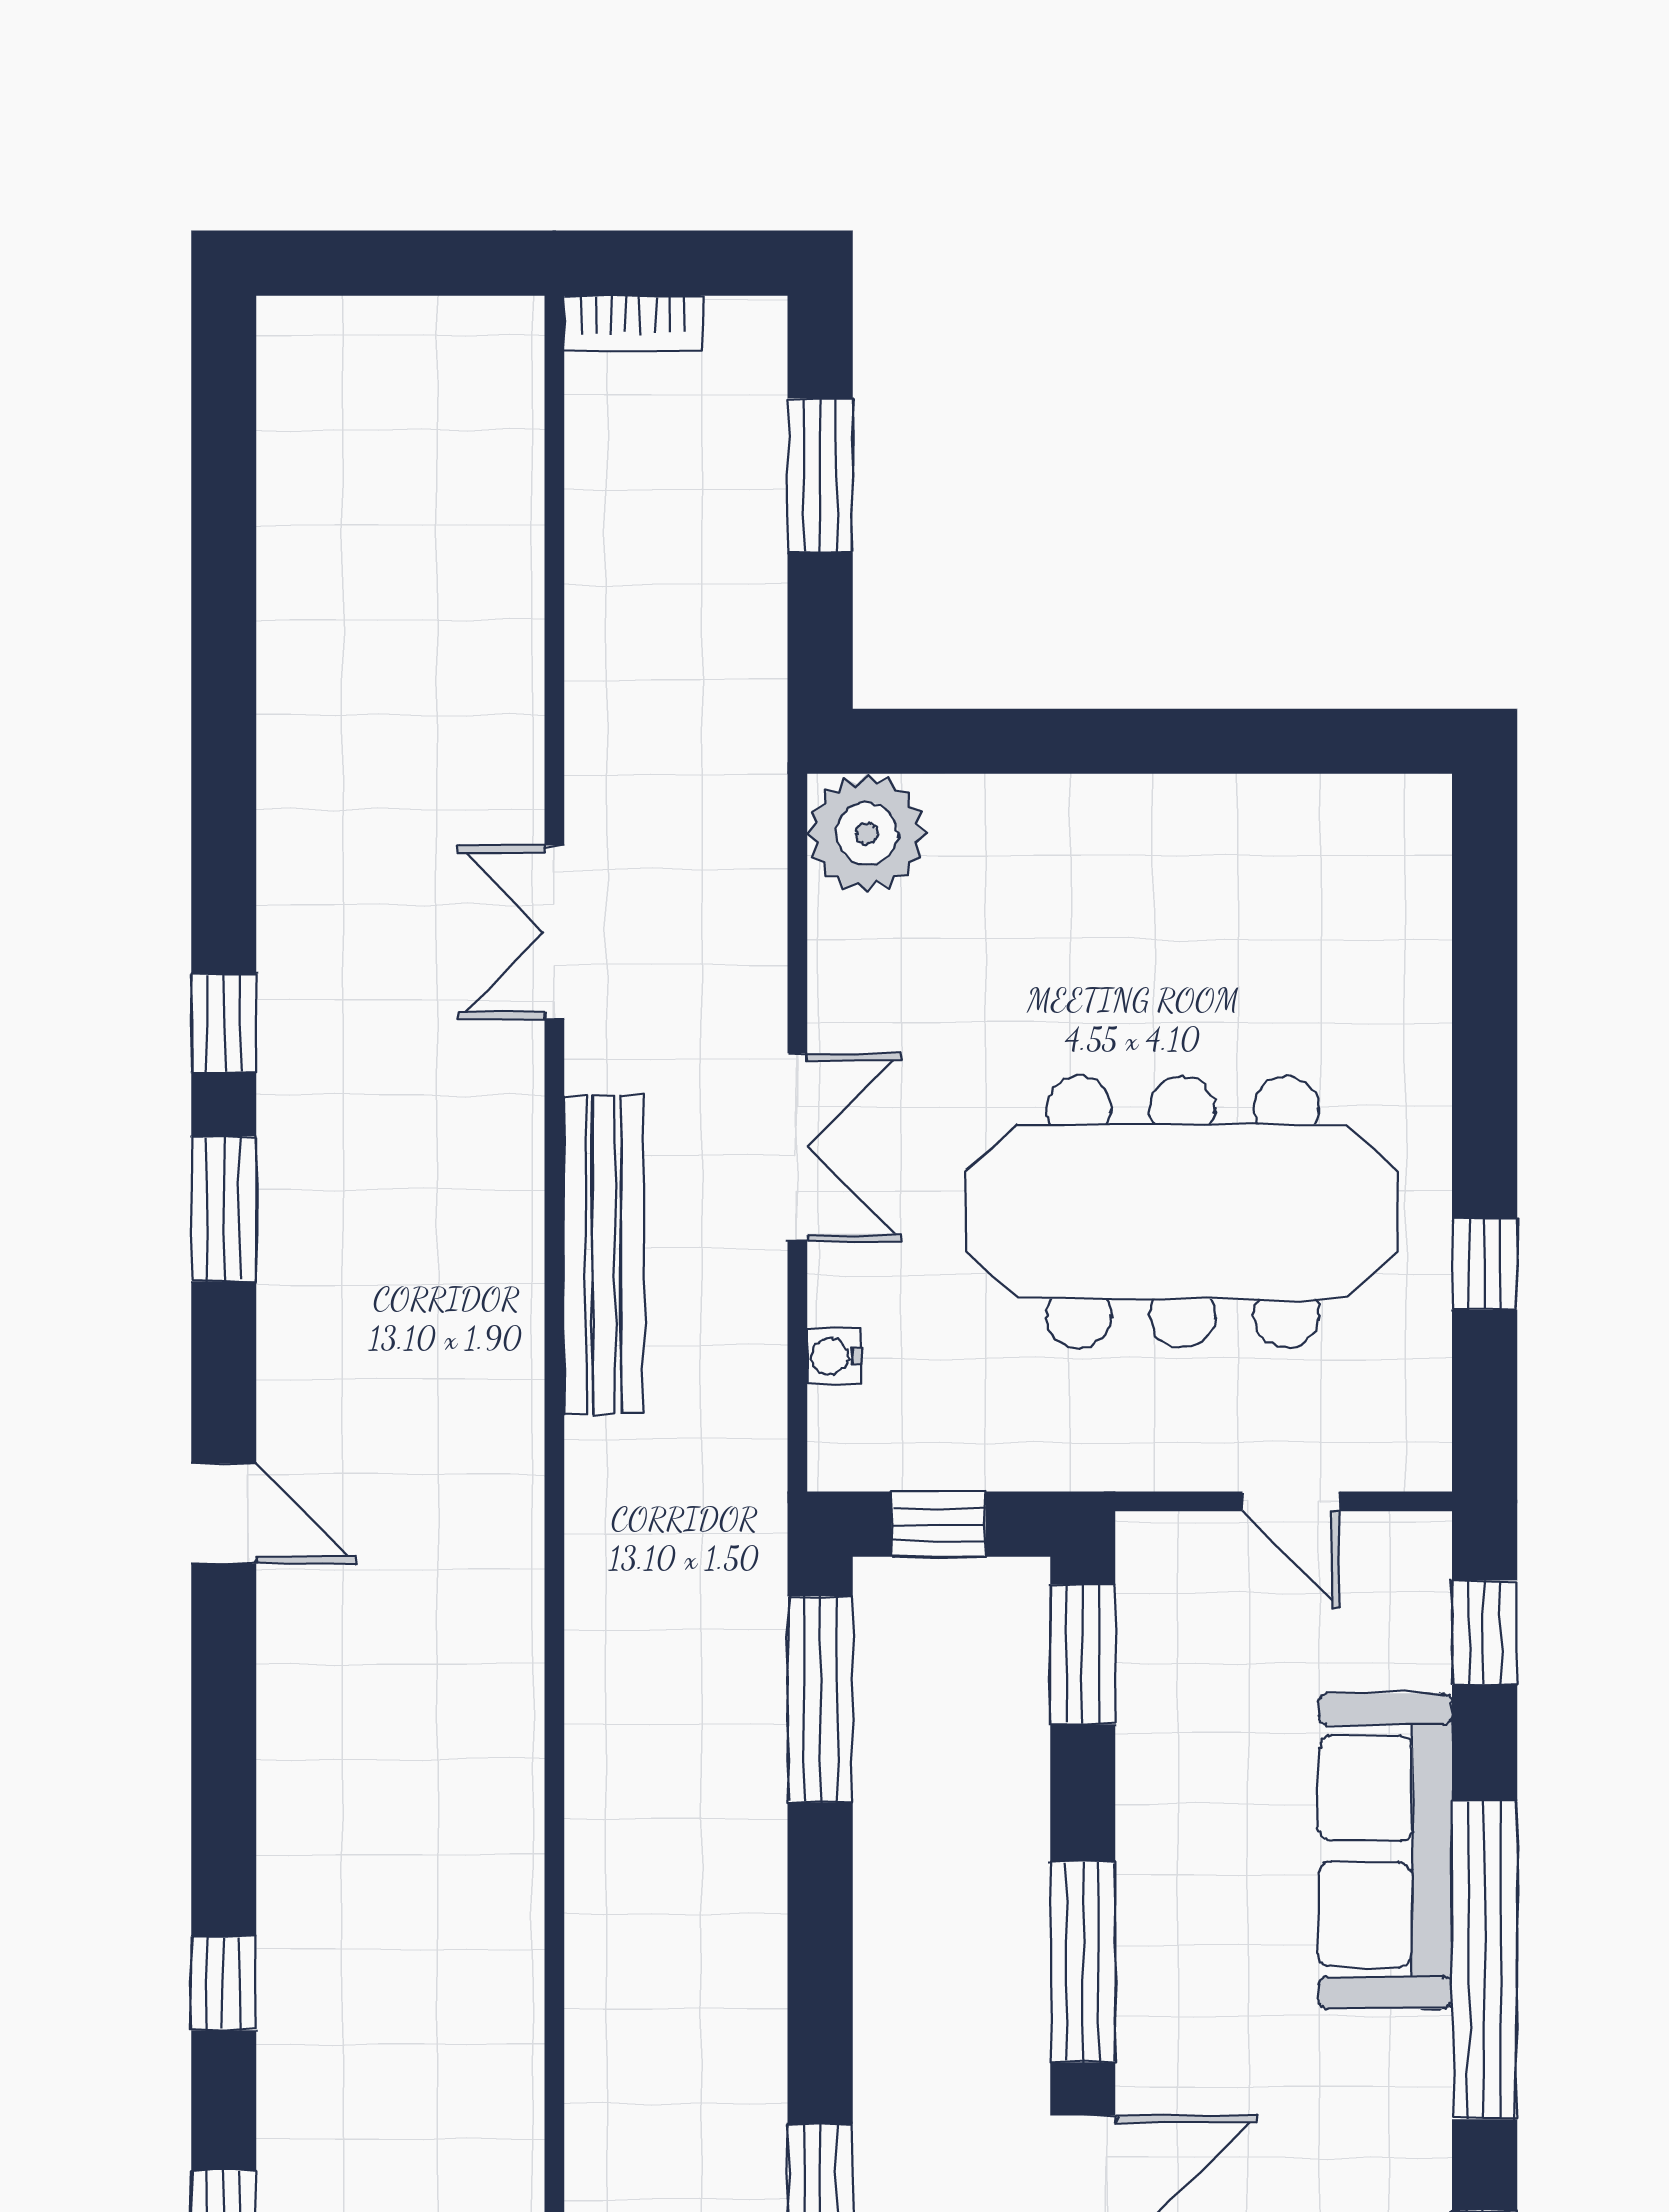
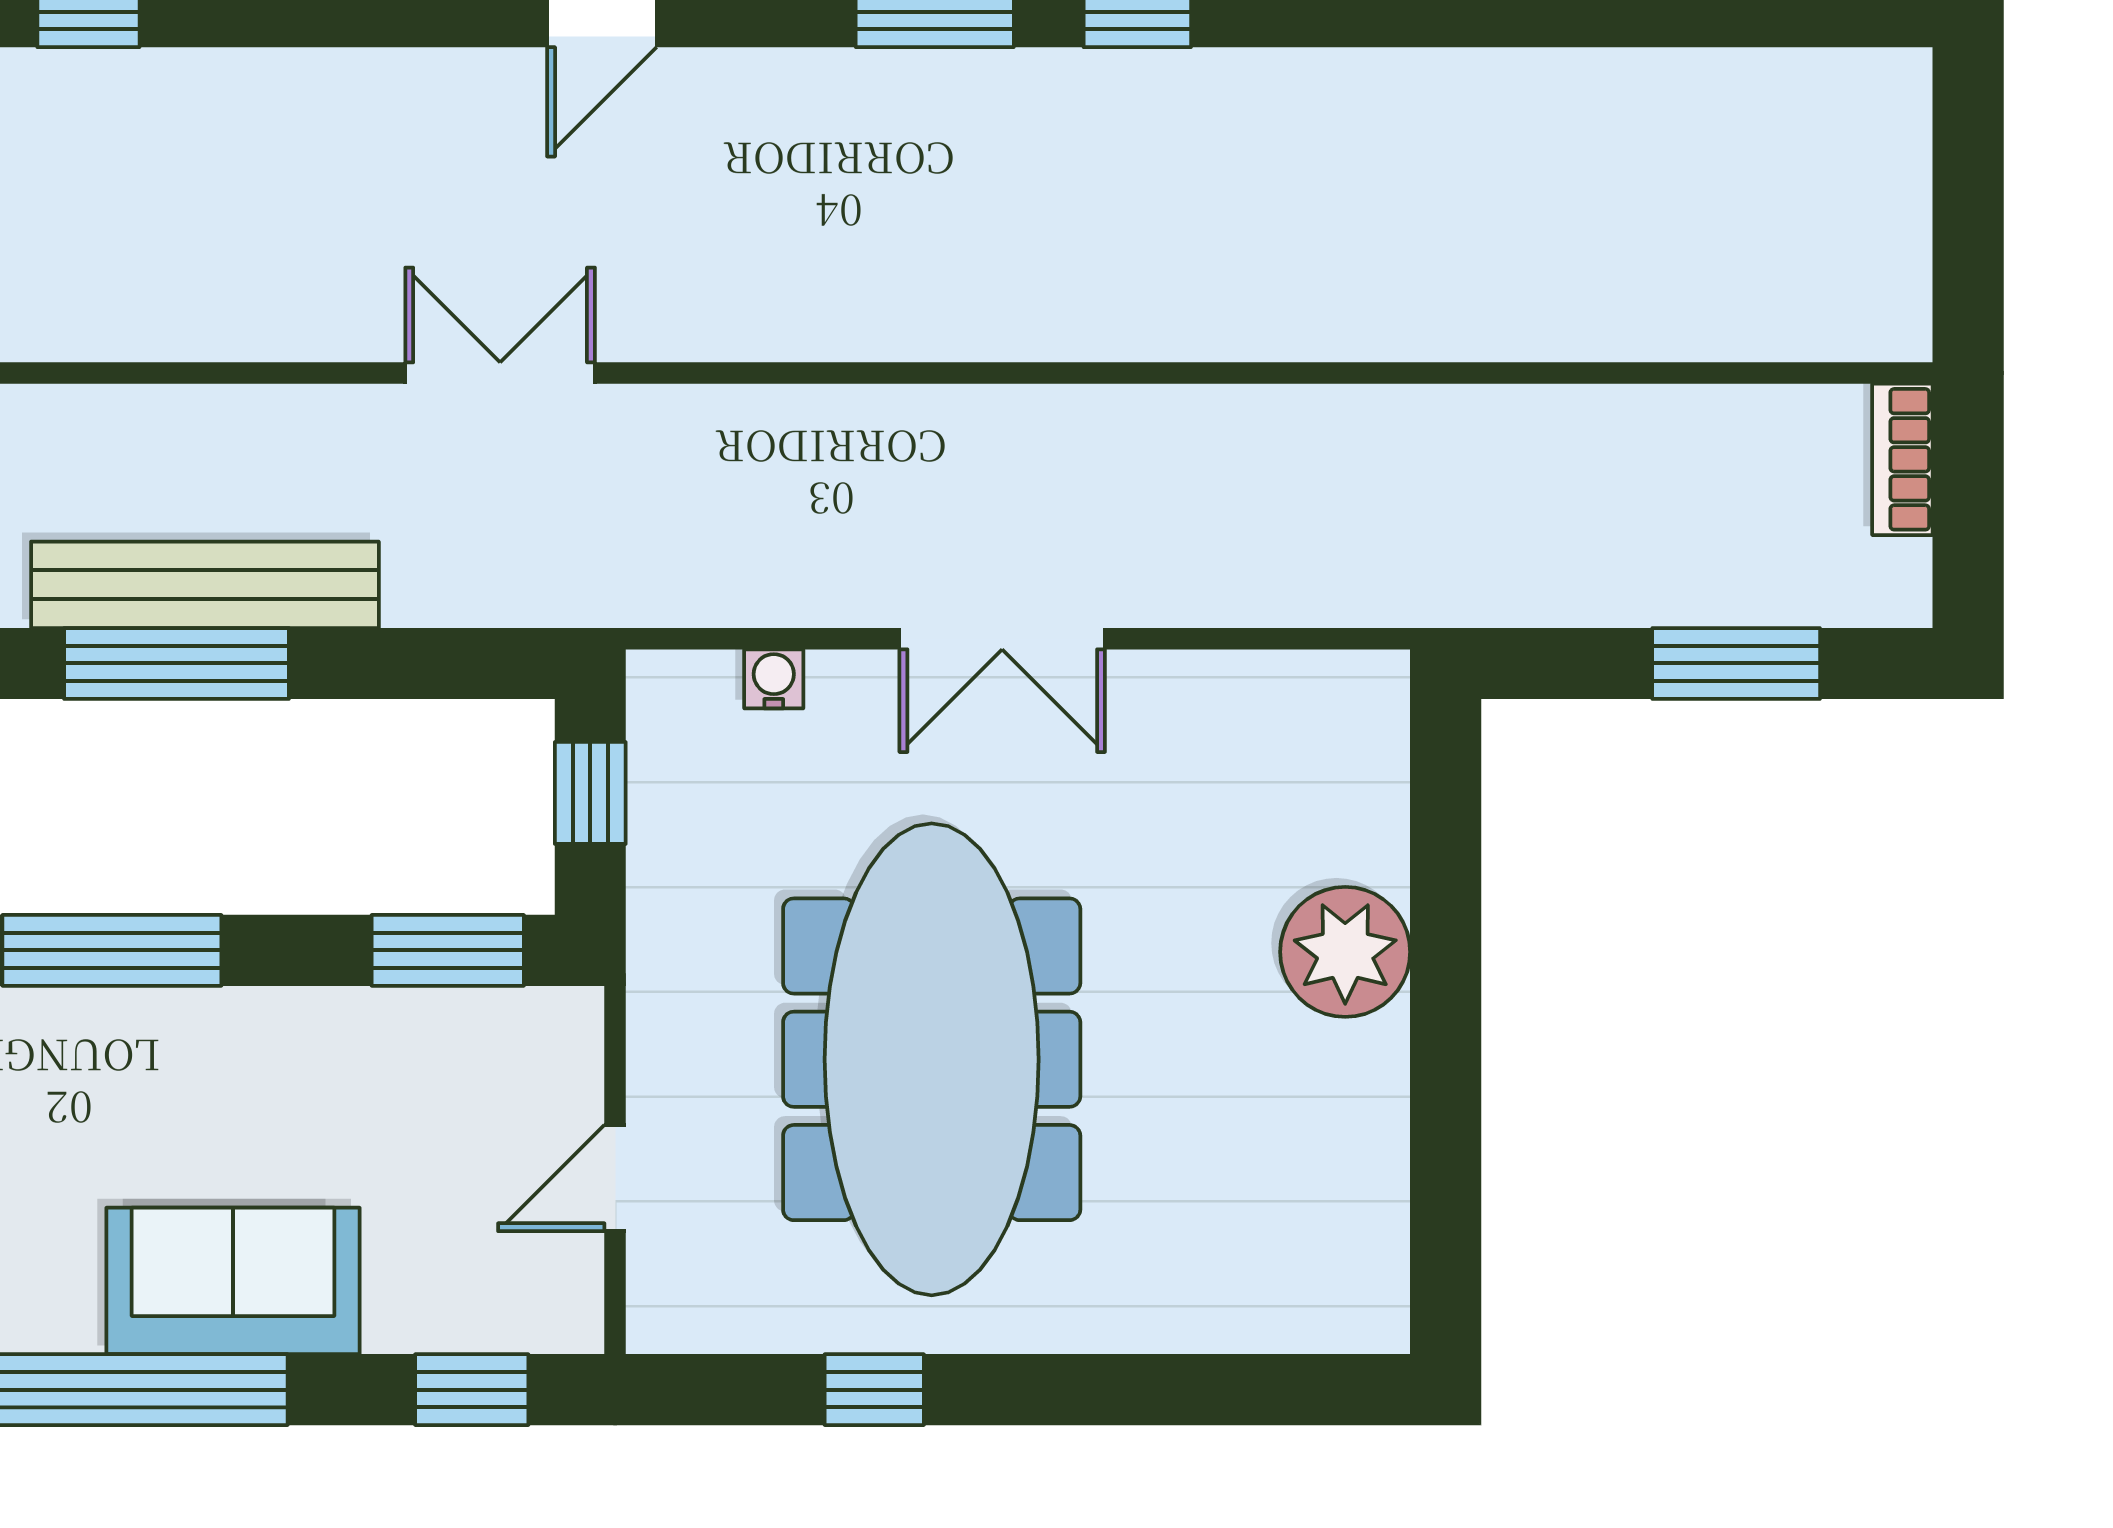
plant: (867, 833) -> (1345, 952), moved
double door: (554, 932) -> (500, 373), moved
bench: (604, 1255) -> (205, 585), moved
window: (820, 1699) -> (176, 663), moved
sofa: (1385, 1851) -> (233, 1281), width x0.73

